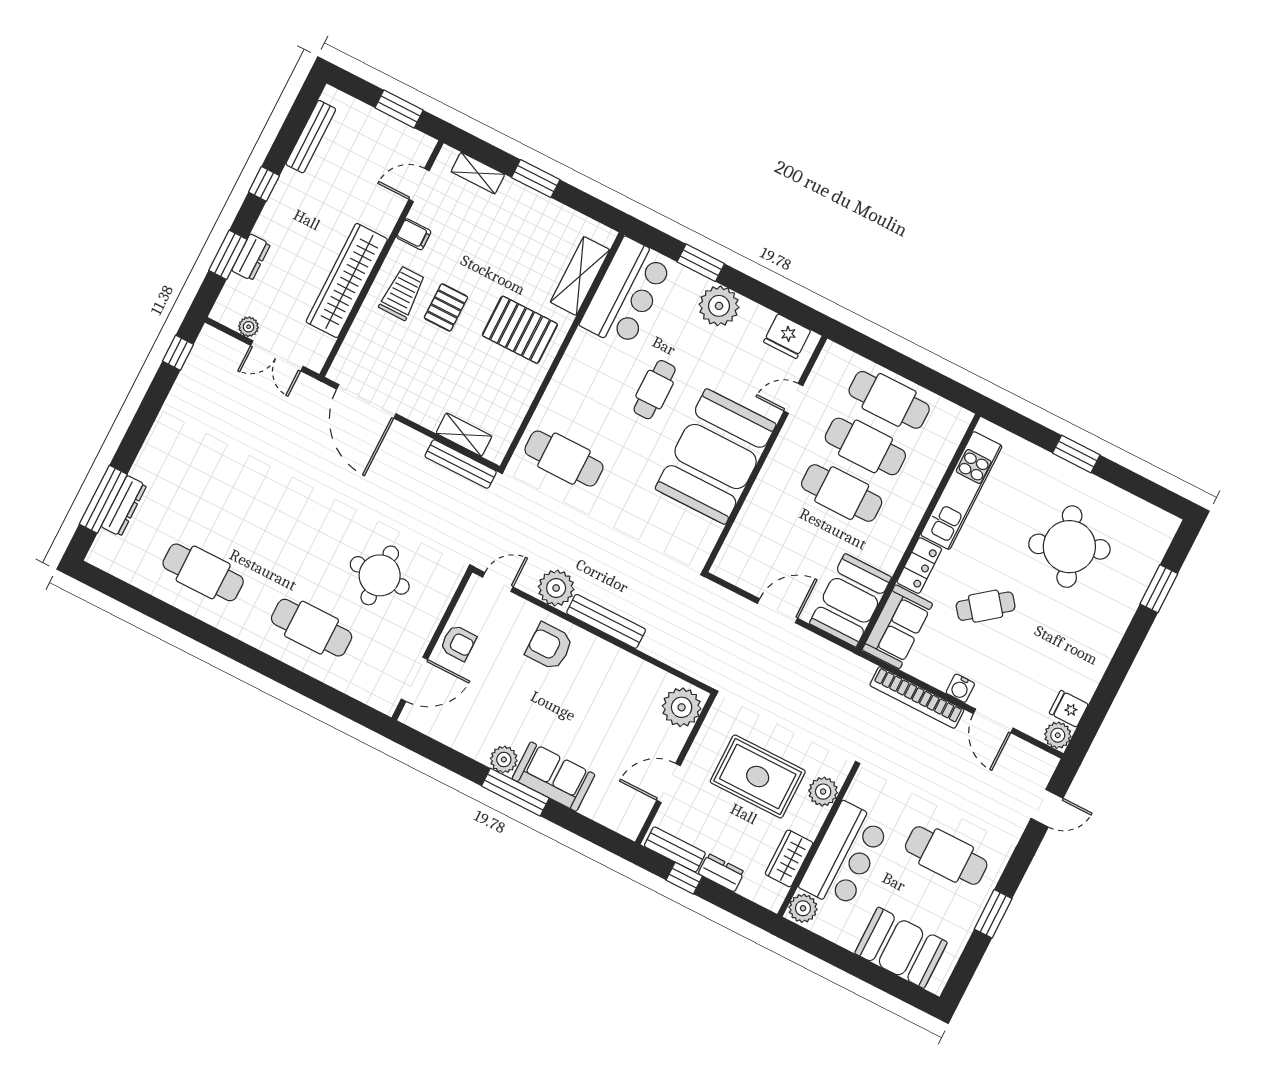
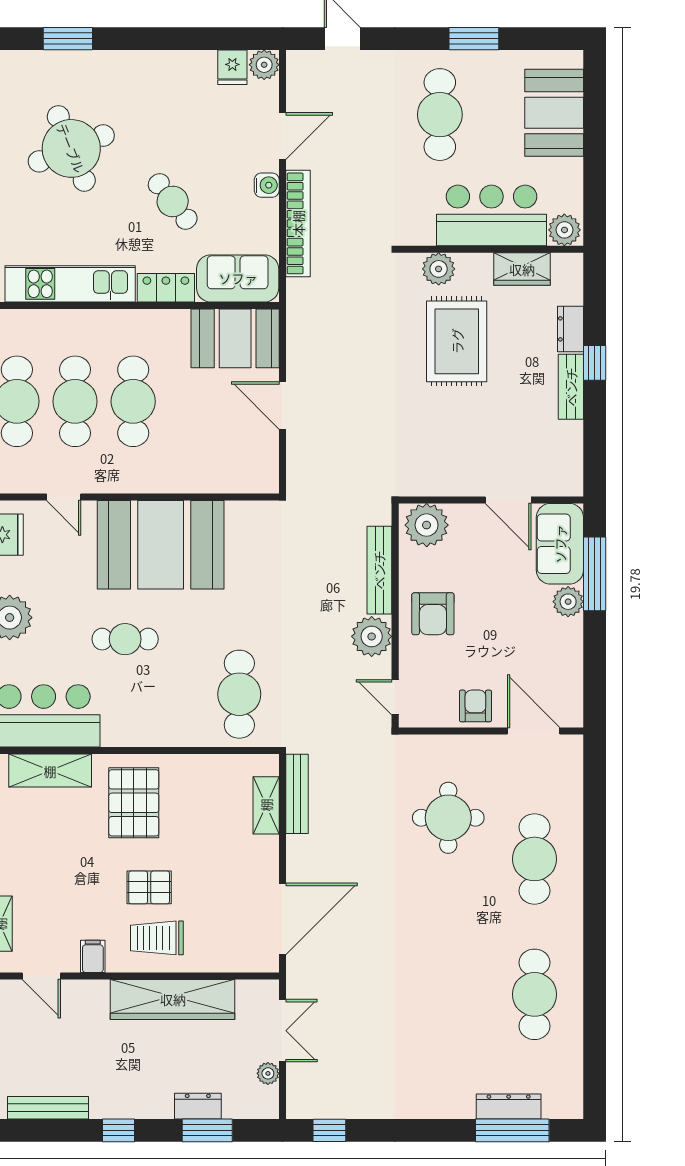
plant: (682, 707) -> (427, 525), moved
wall: (675, 769) -> (491, 500), moved
door: (668, 783) -> (508, 500), moved

